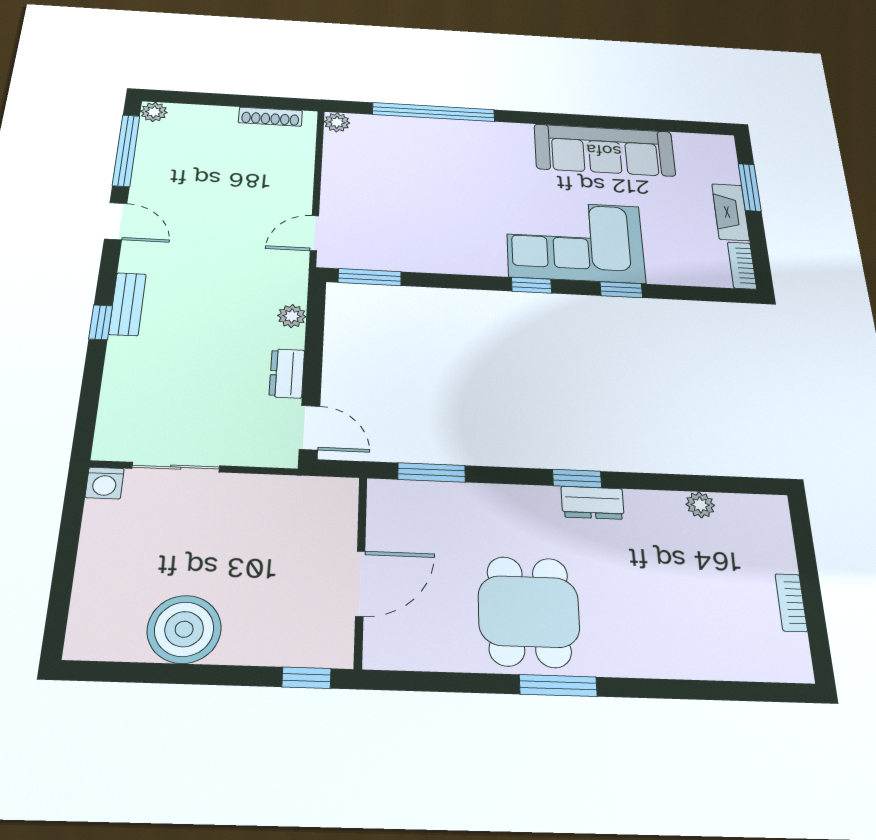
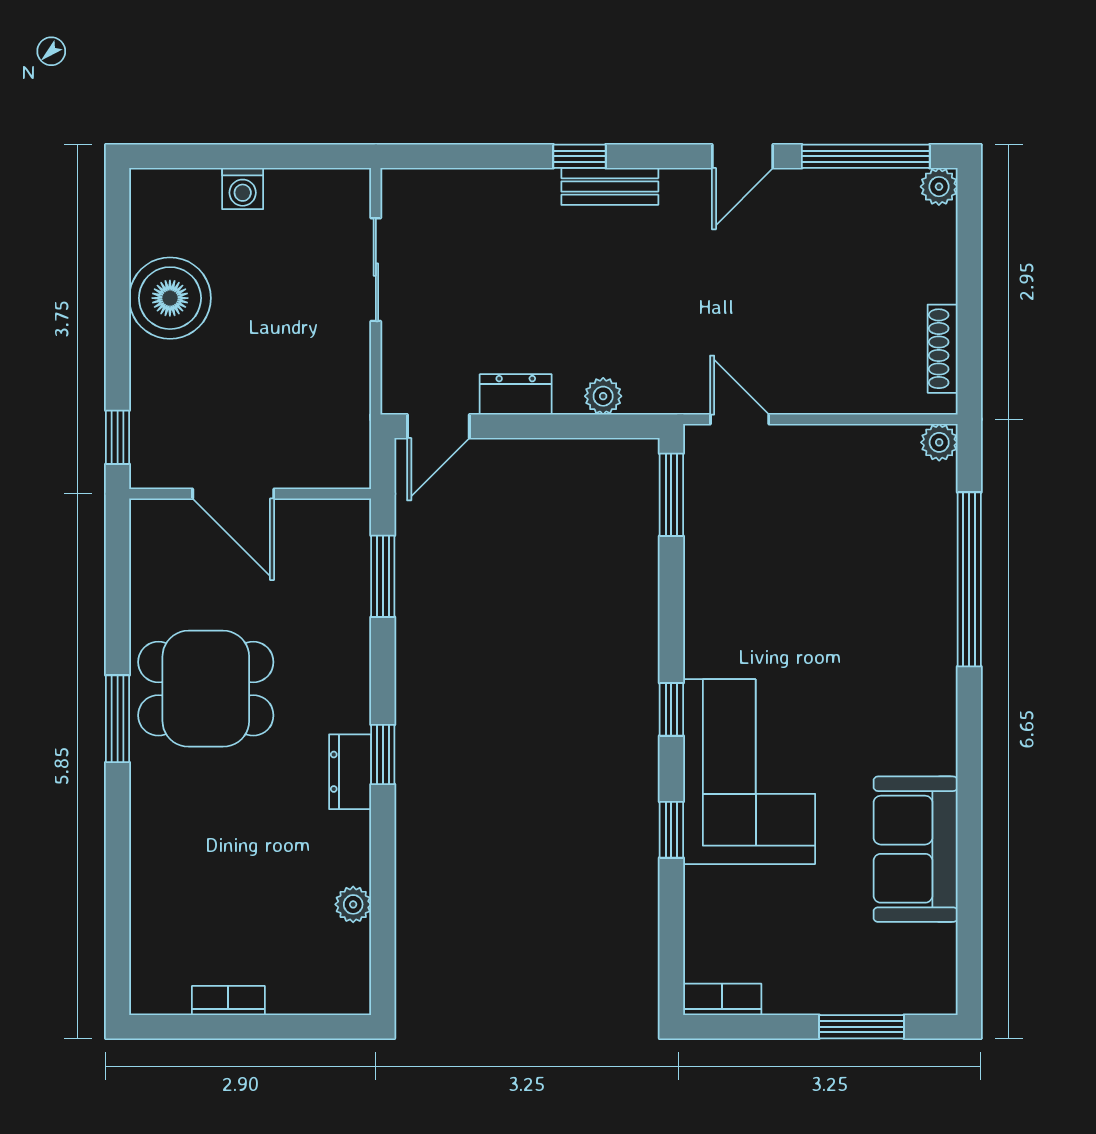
sofa: (604, 150) -> (916, 849), width x0.73
fireplace: (730, 212) -> (815, 994), removed
washing machine: (105, 483) -> (243, 189), moved, turned -90

